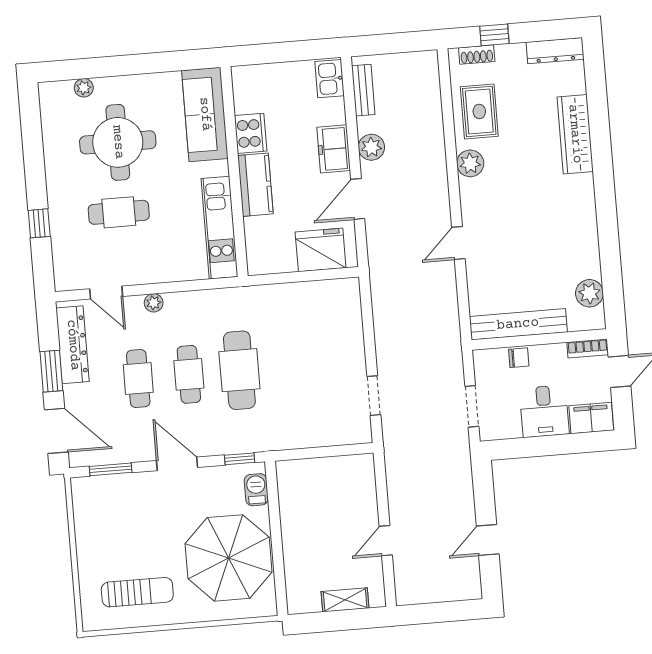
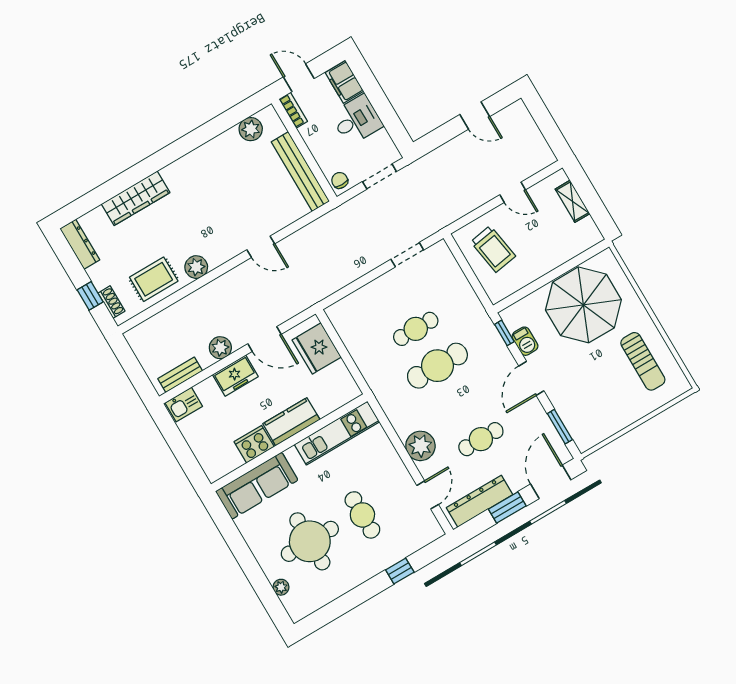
plant: (154, 303) -> (420, 446), width x1.88, depth x1.88
chair: (519, 358) -> (340, 180), moved
cafe table: (189, 374) -> (416, 329), moved
barbecue: (256, 490) -> (525, 341), moved, turned -90
trolley: (335, 490) -> (493, 249), added
sun lounger: (137, 592) -> (643, 361), turned 180

